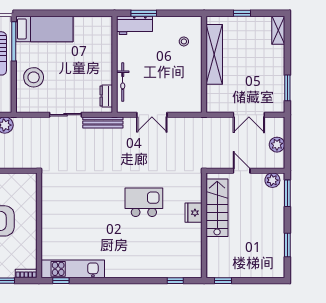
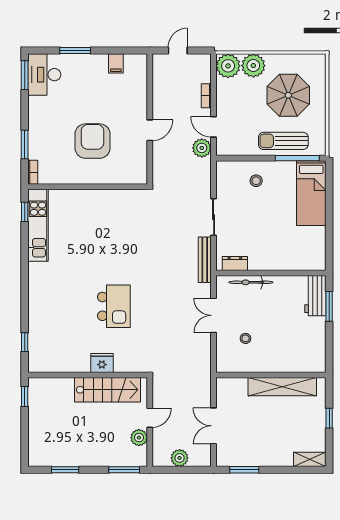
stool: (184, 41) -> (246, 338), moved
stool: (34, 77) -> (256, 181), width x0.53, depth x0.53
plant: (272, 180) -> (139, 438), moved

